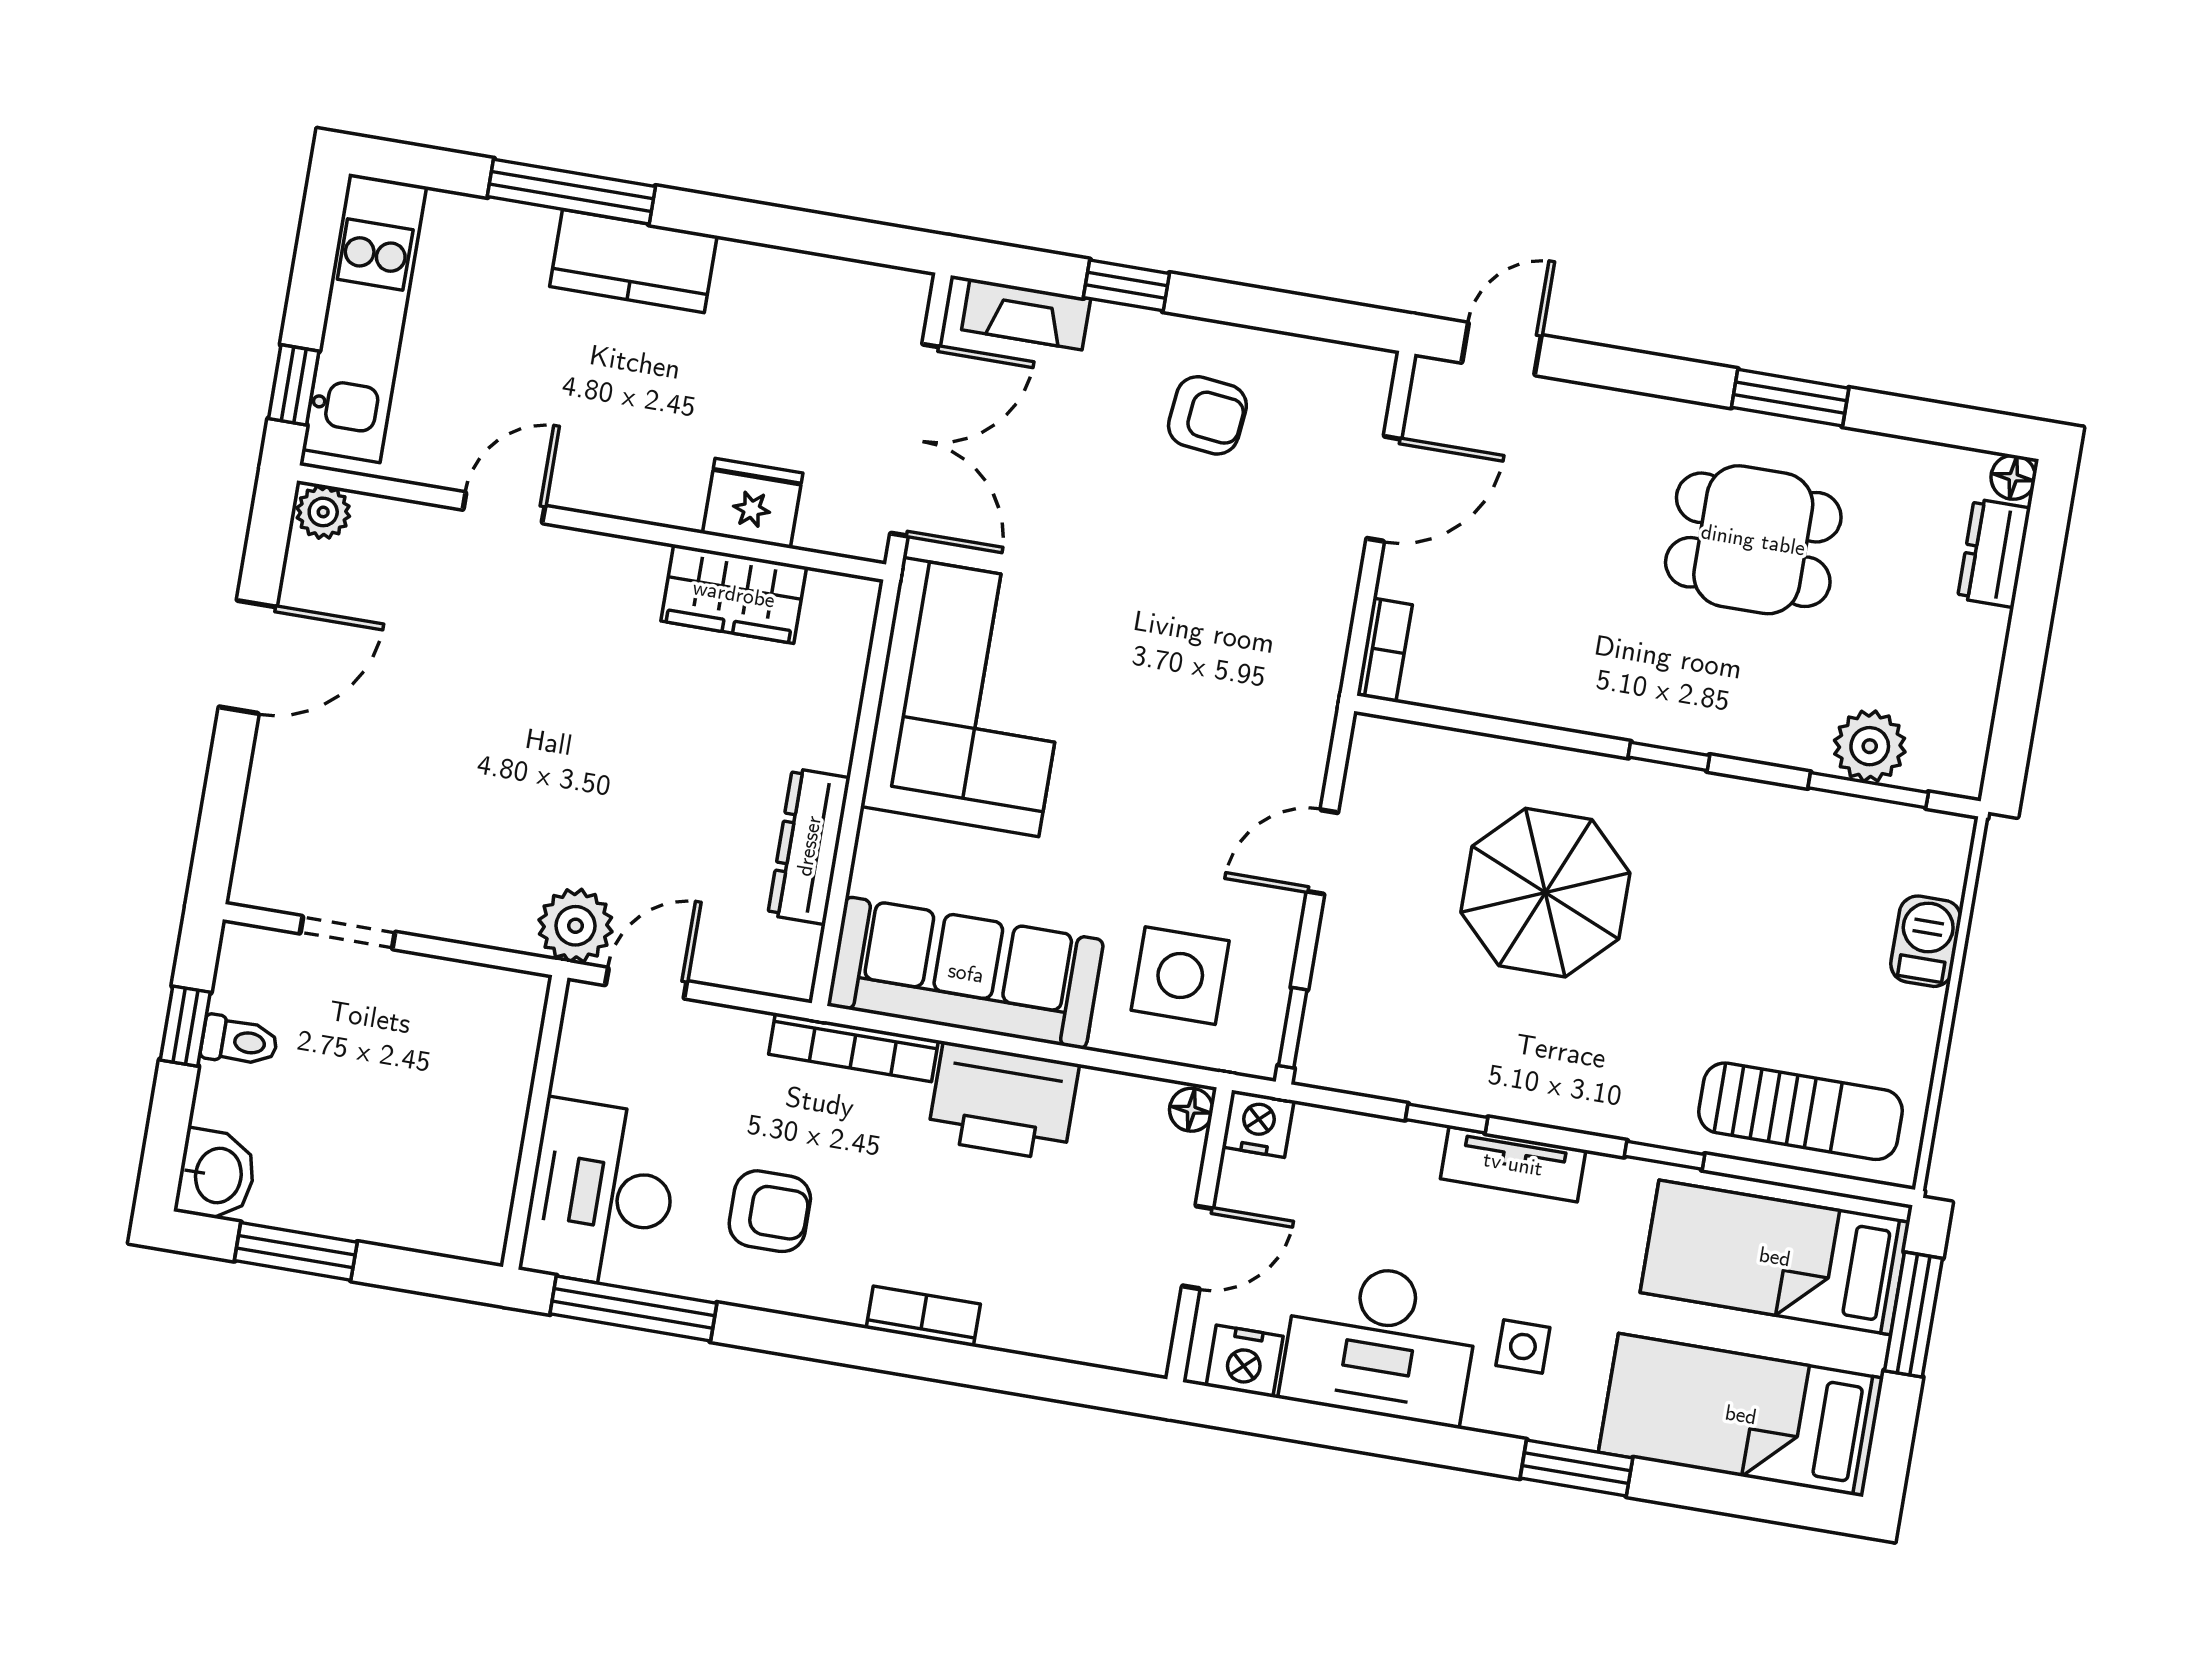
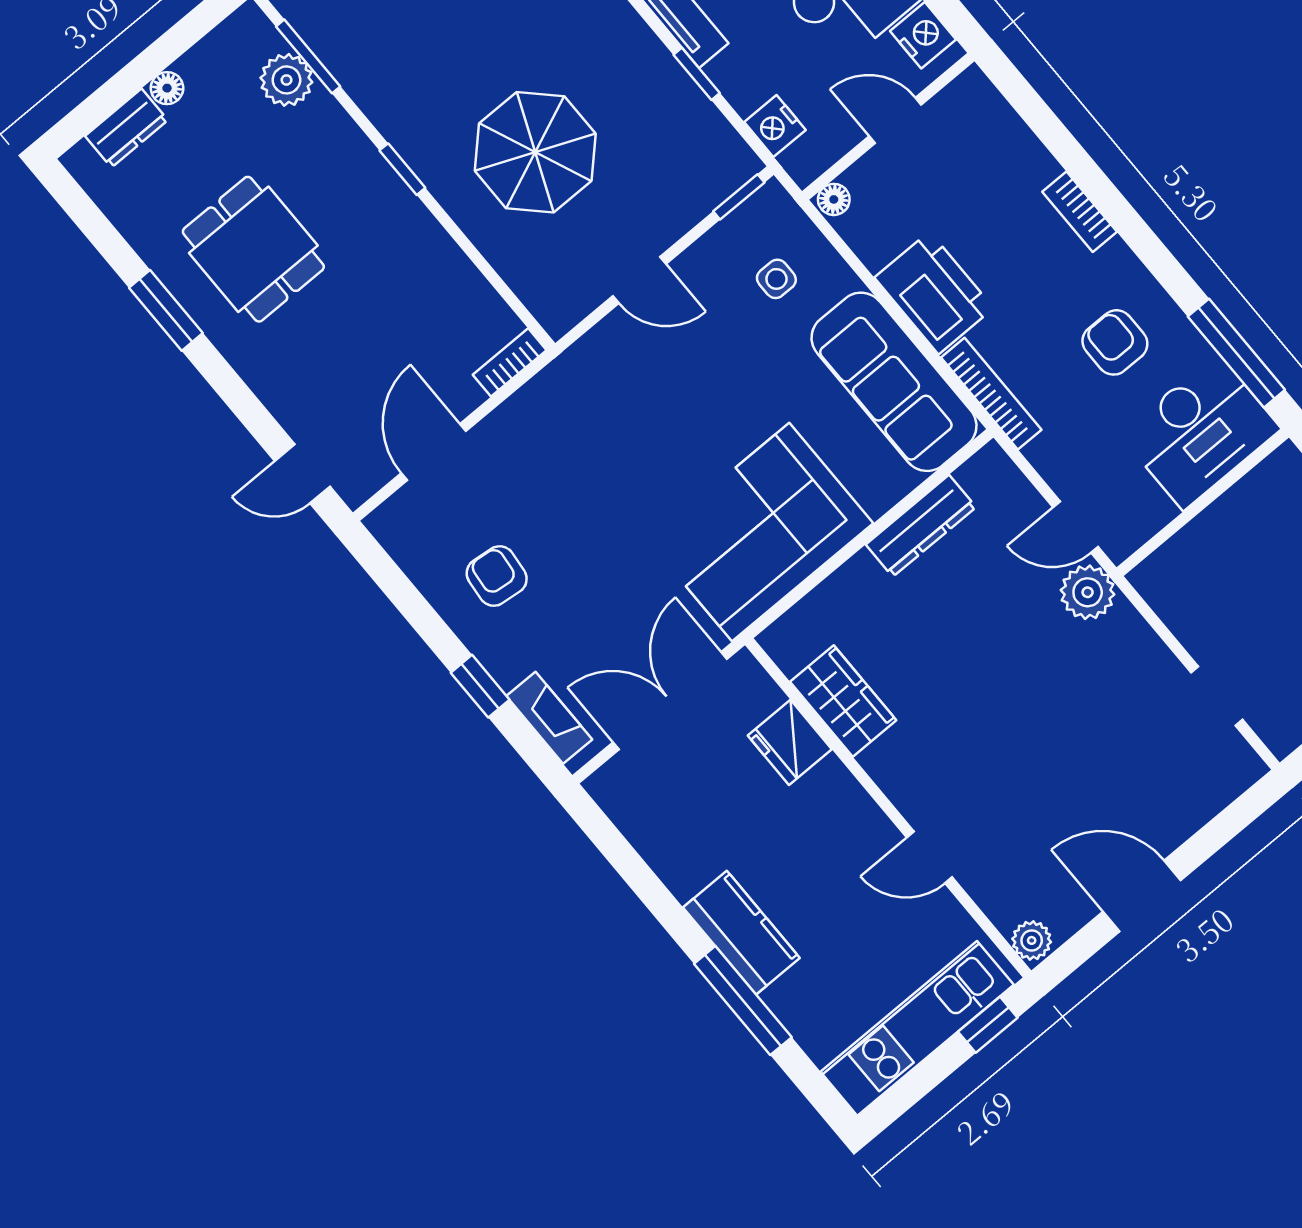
floor lamp: (2013, 477) -> (167, 88), moved
door: (1384, 489) -> (434, 452), hinge flipped
side table: (1180, 976) -> (776, 279), width x0.54, depth x0.54
nightstand: (1258, 1124) -> (775, 126), moved

